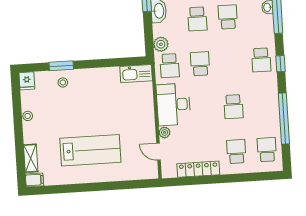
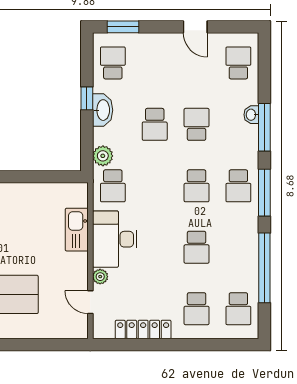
school desk: (200, 64) -> (197, 186), moved, turned 180
window: (280, 64) -> (264, 193), width x2.17
kitchen sink: (136, 74) -> (77, 230), moved, turned 90
school desk: (267, 150) -> (238, 309), turned 180
school desk: (236, 152) -> (197, 309), turned 180

